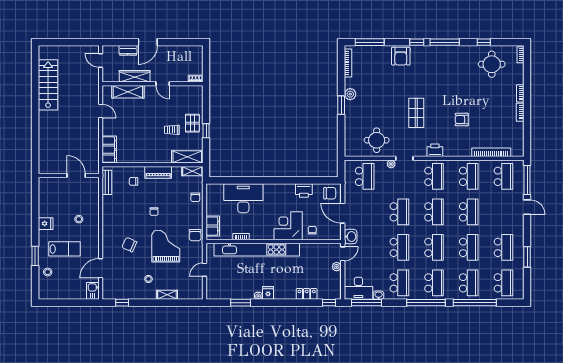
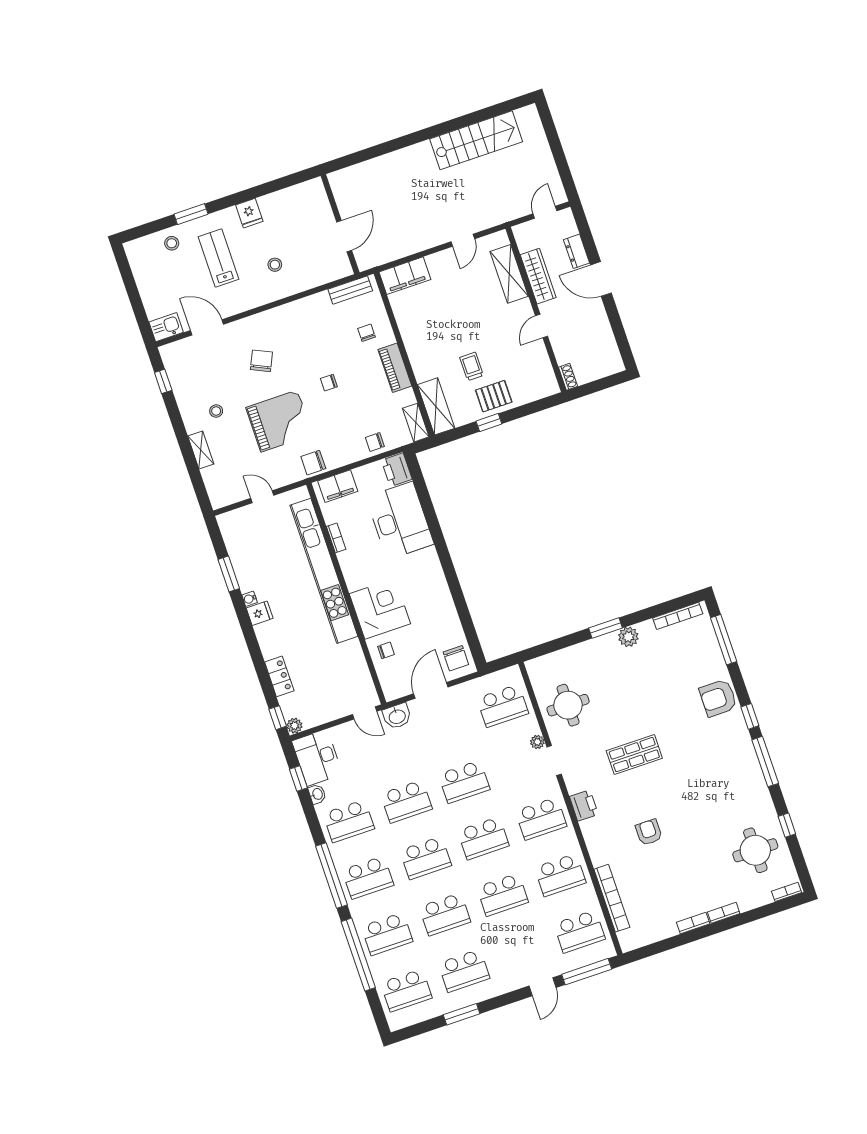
printer: (304, 190) -> (397, 470), moved
lab bench: (65, 249) -> (219, 258), turned 180
plant: (337, 267) -> (294, 726), moved
window: (366, 303) -> (298, 778), width x0.46

